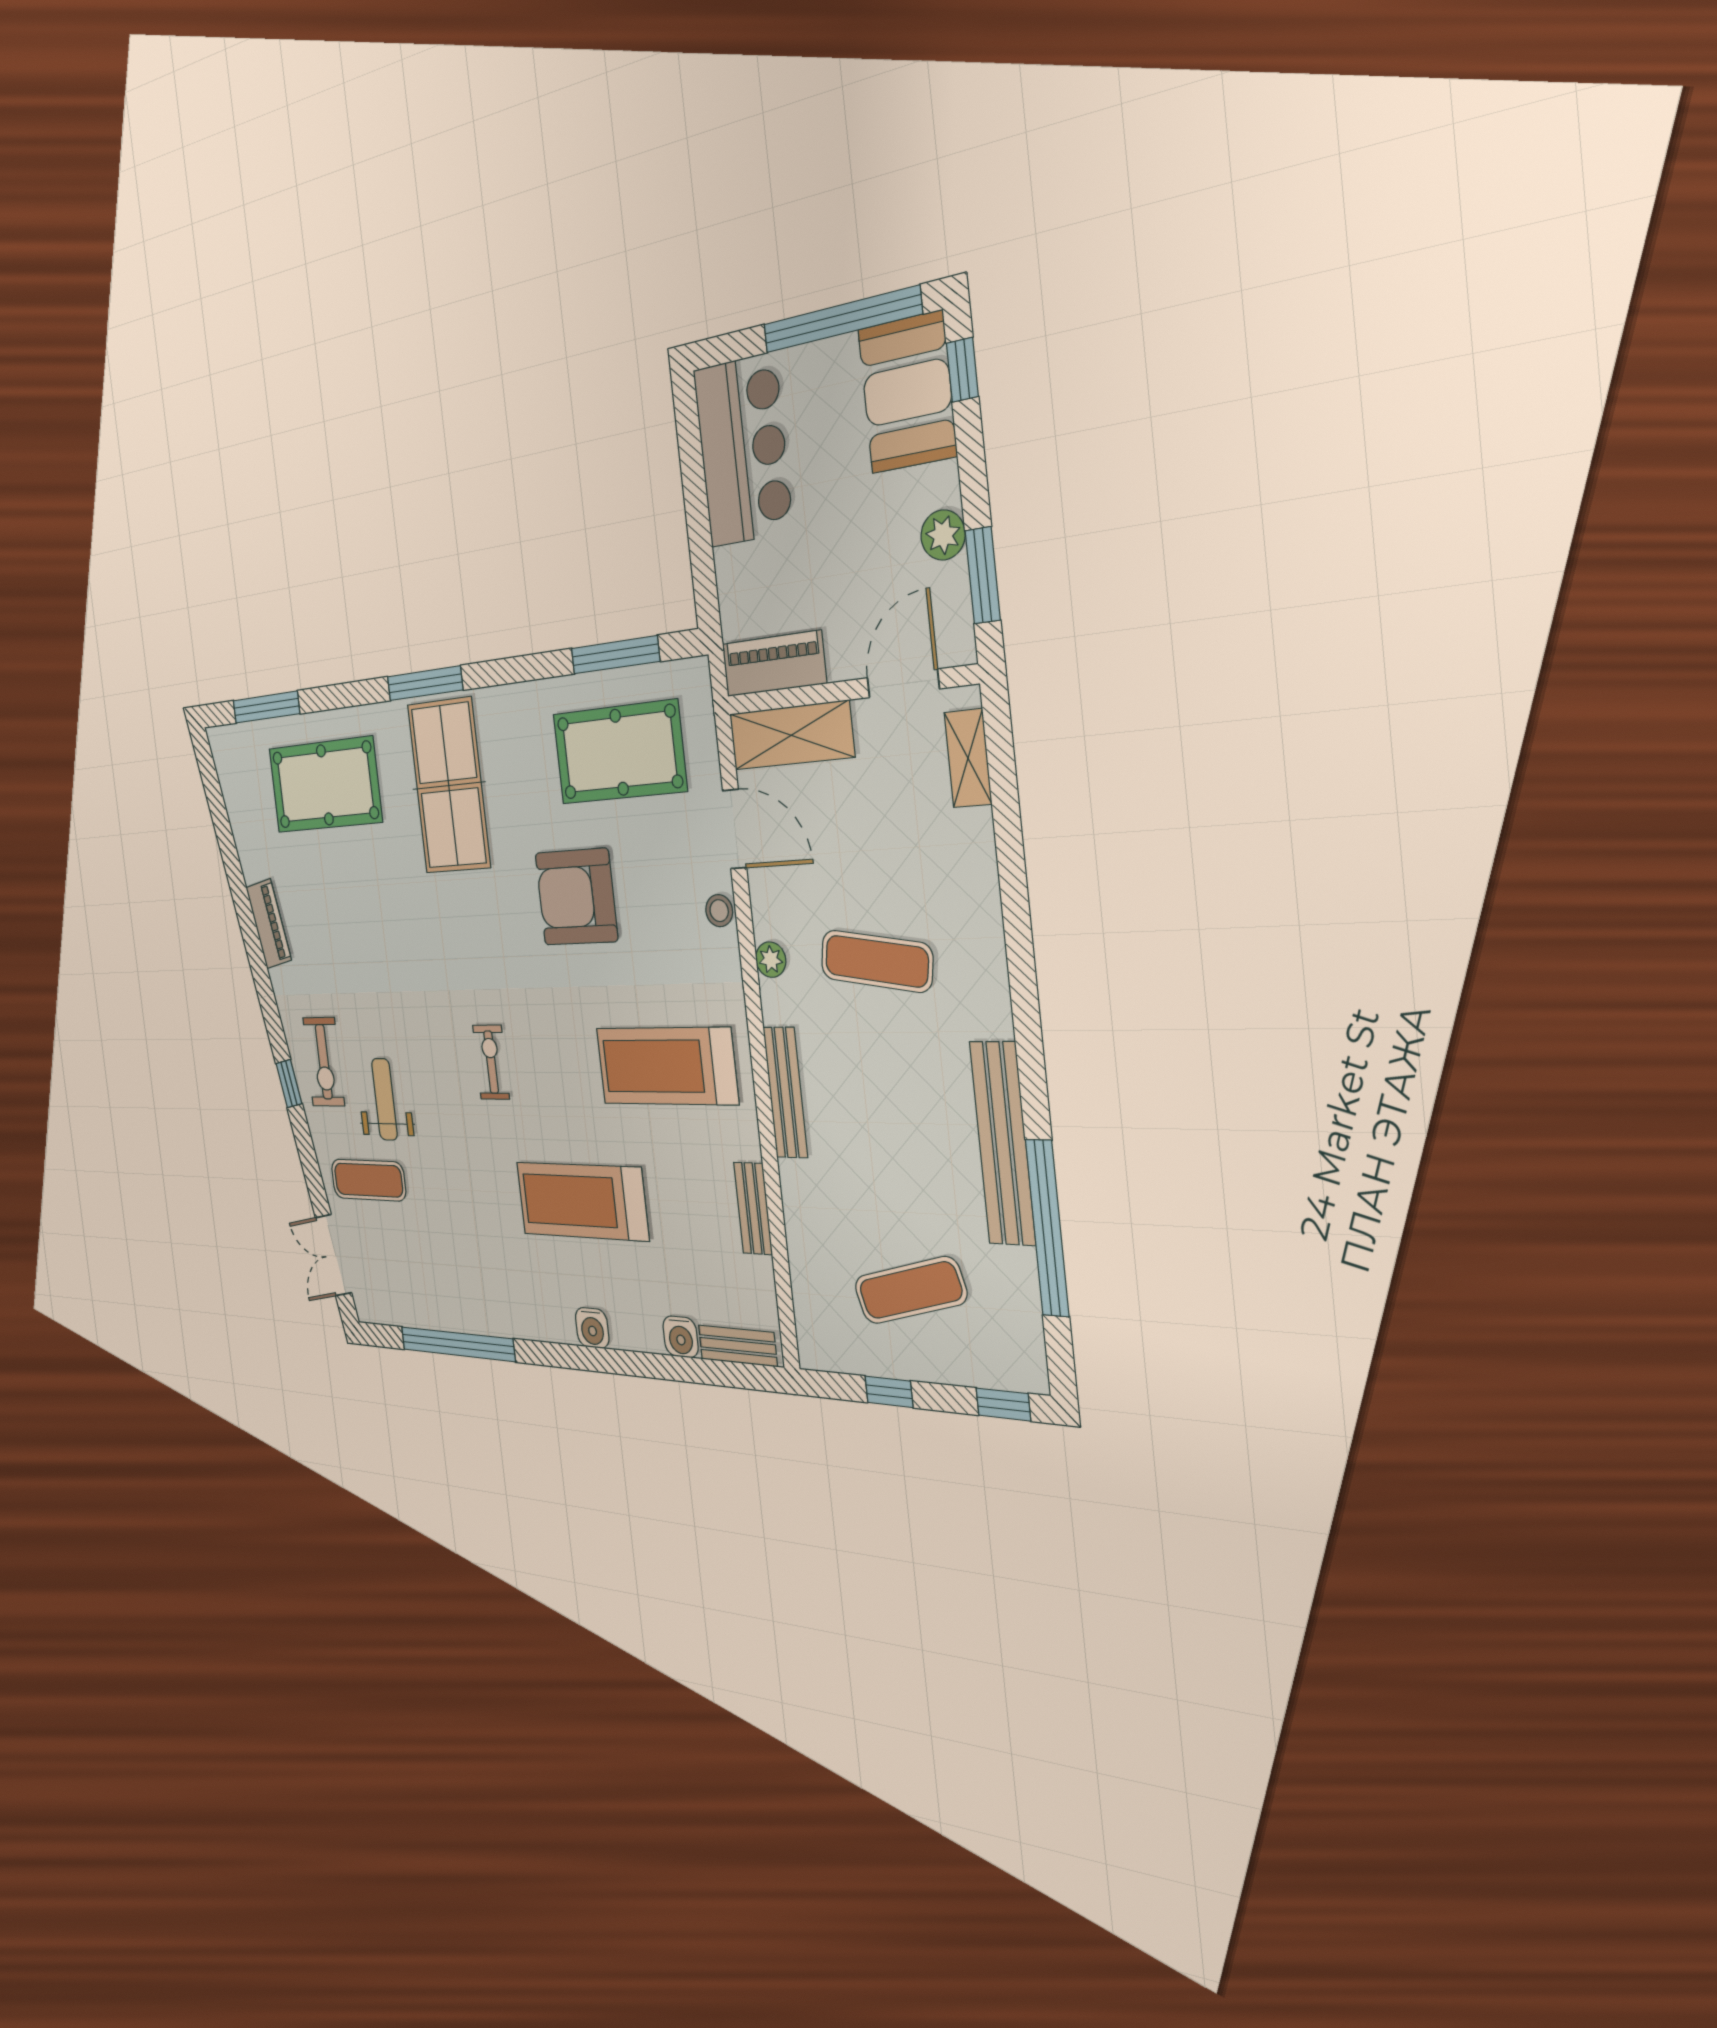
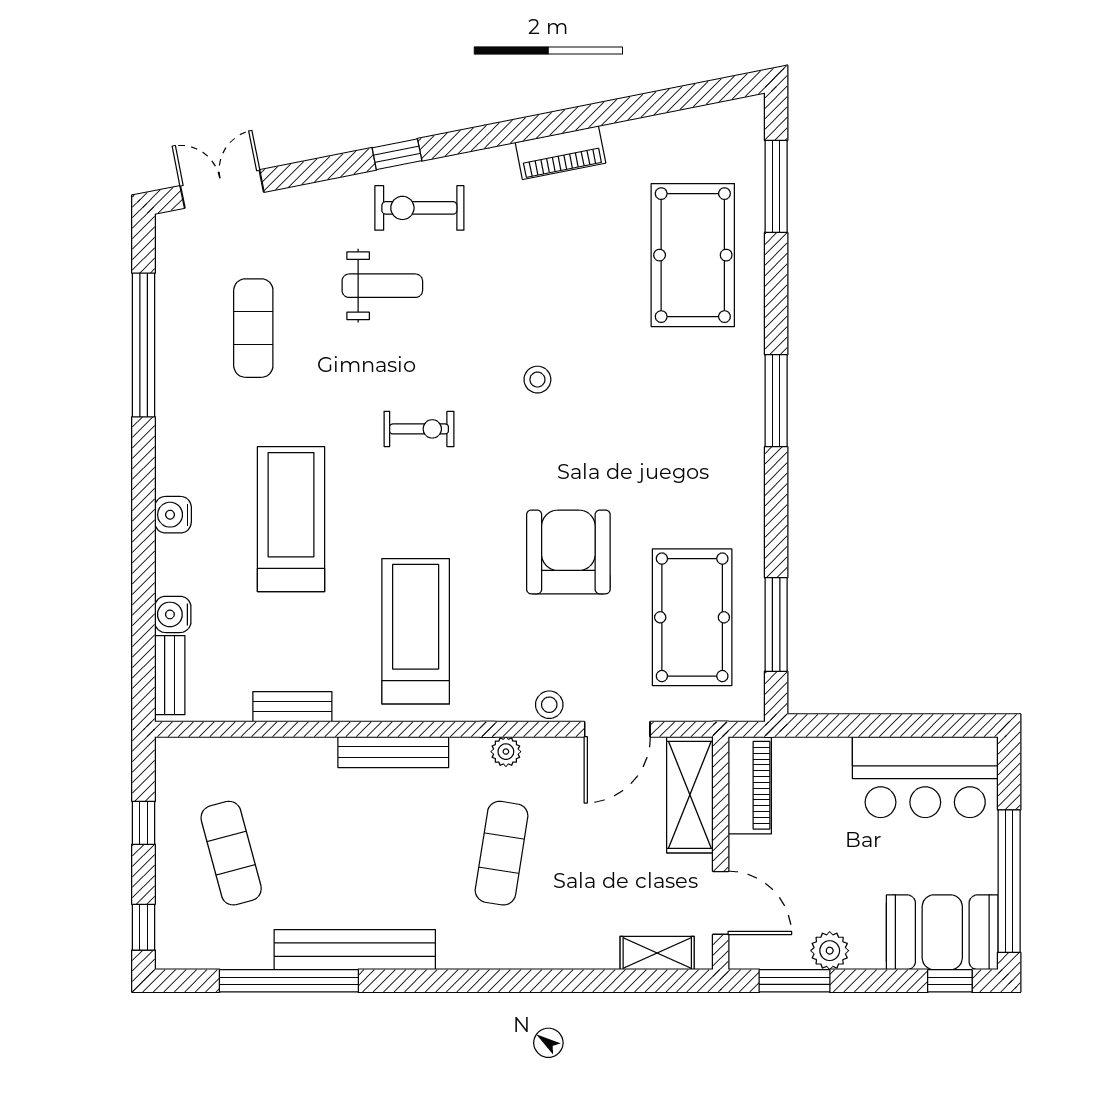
table tennis table: (449, 786) -> (679, 416), removed
stool: (437, 938) -> (537, 380), added
exercise mat: (368, 1180) -> (253, 328), moved

